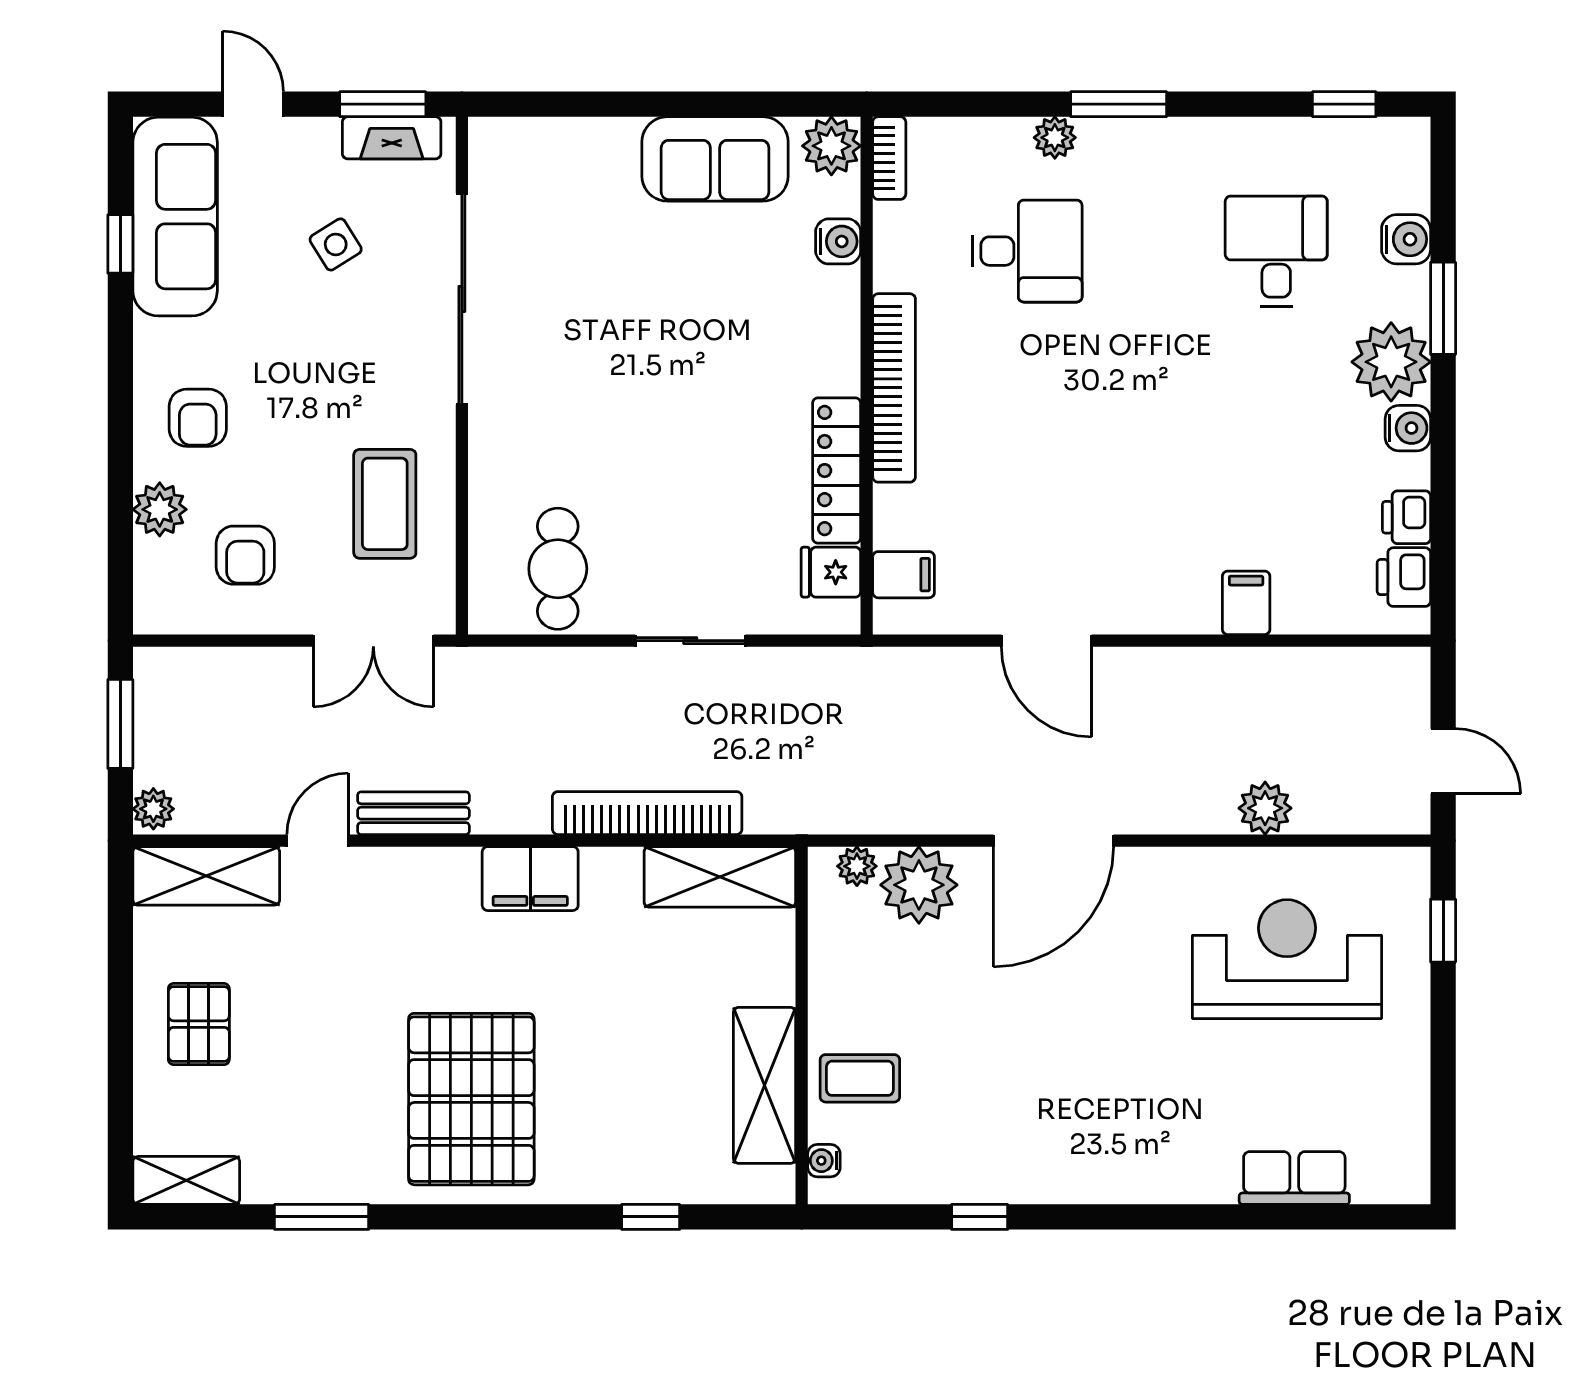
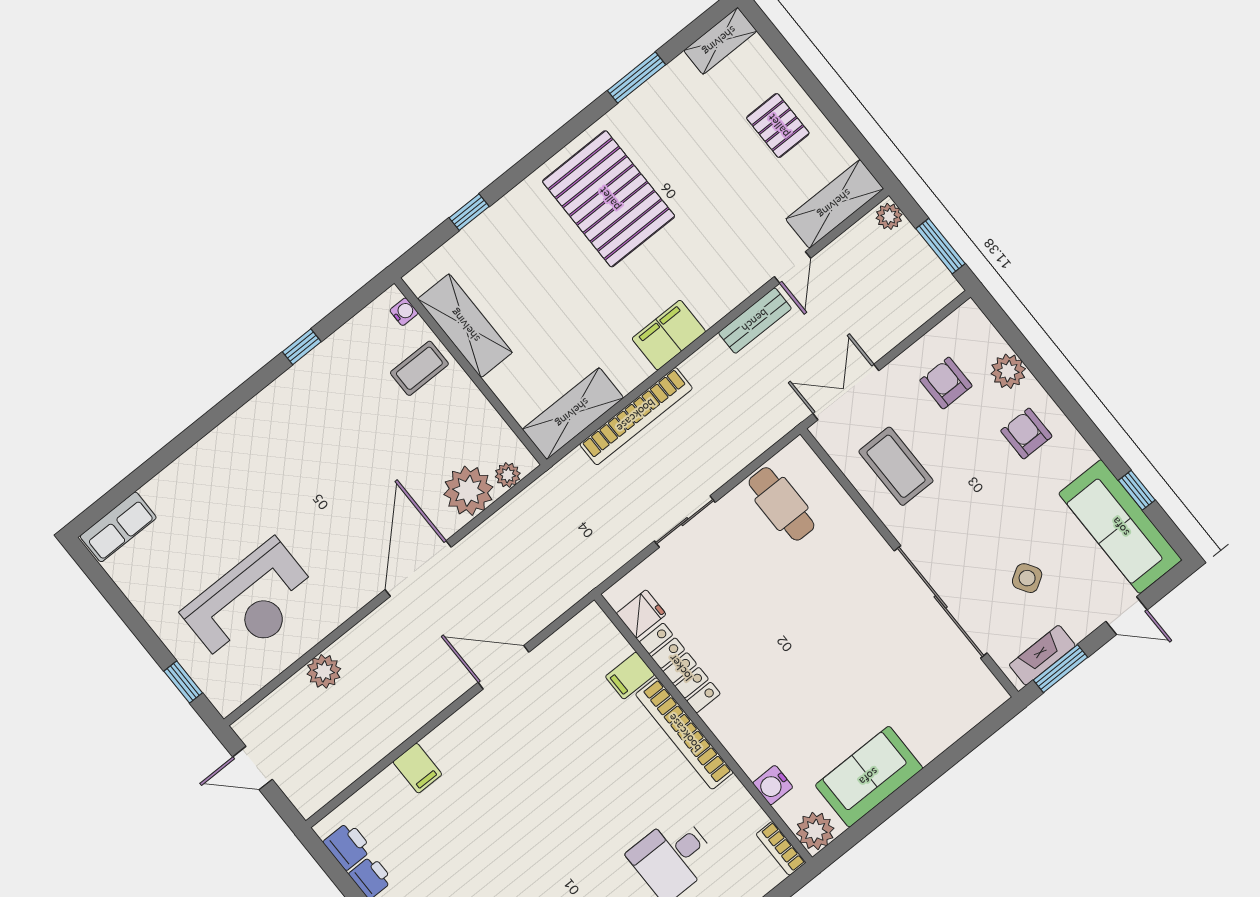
filing cabinet: (904, 575) -> (630, 676), moved
row of seats: (1294, 1178) -> (118, 527), moved

